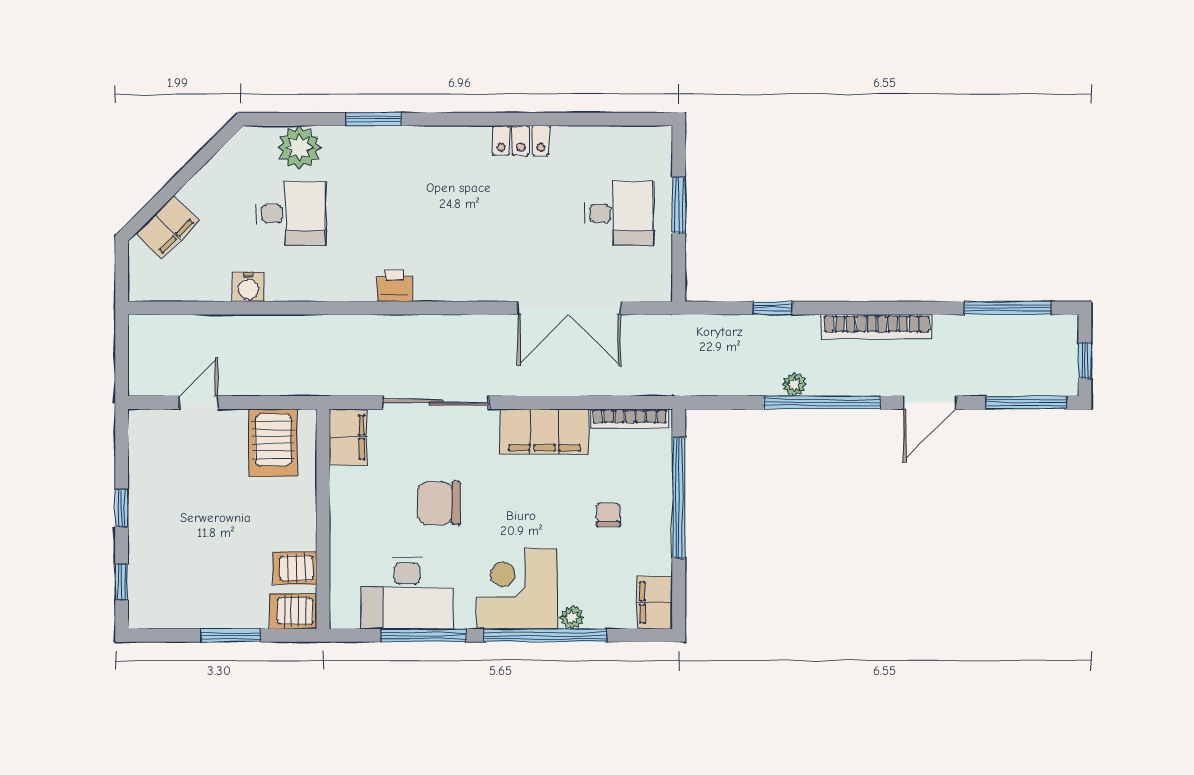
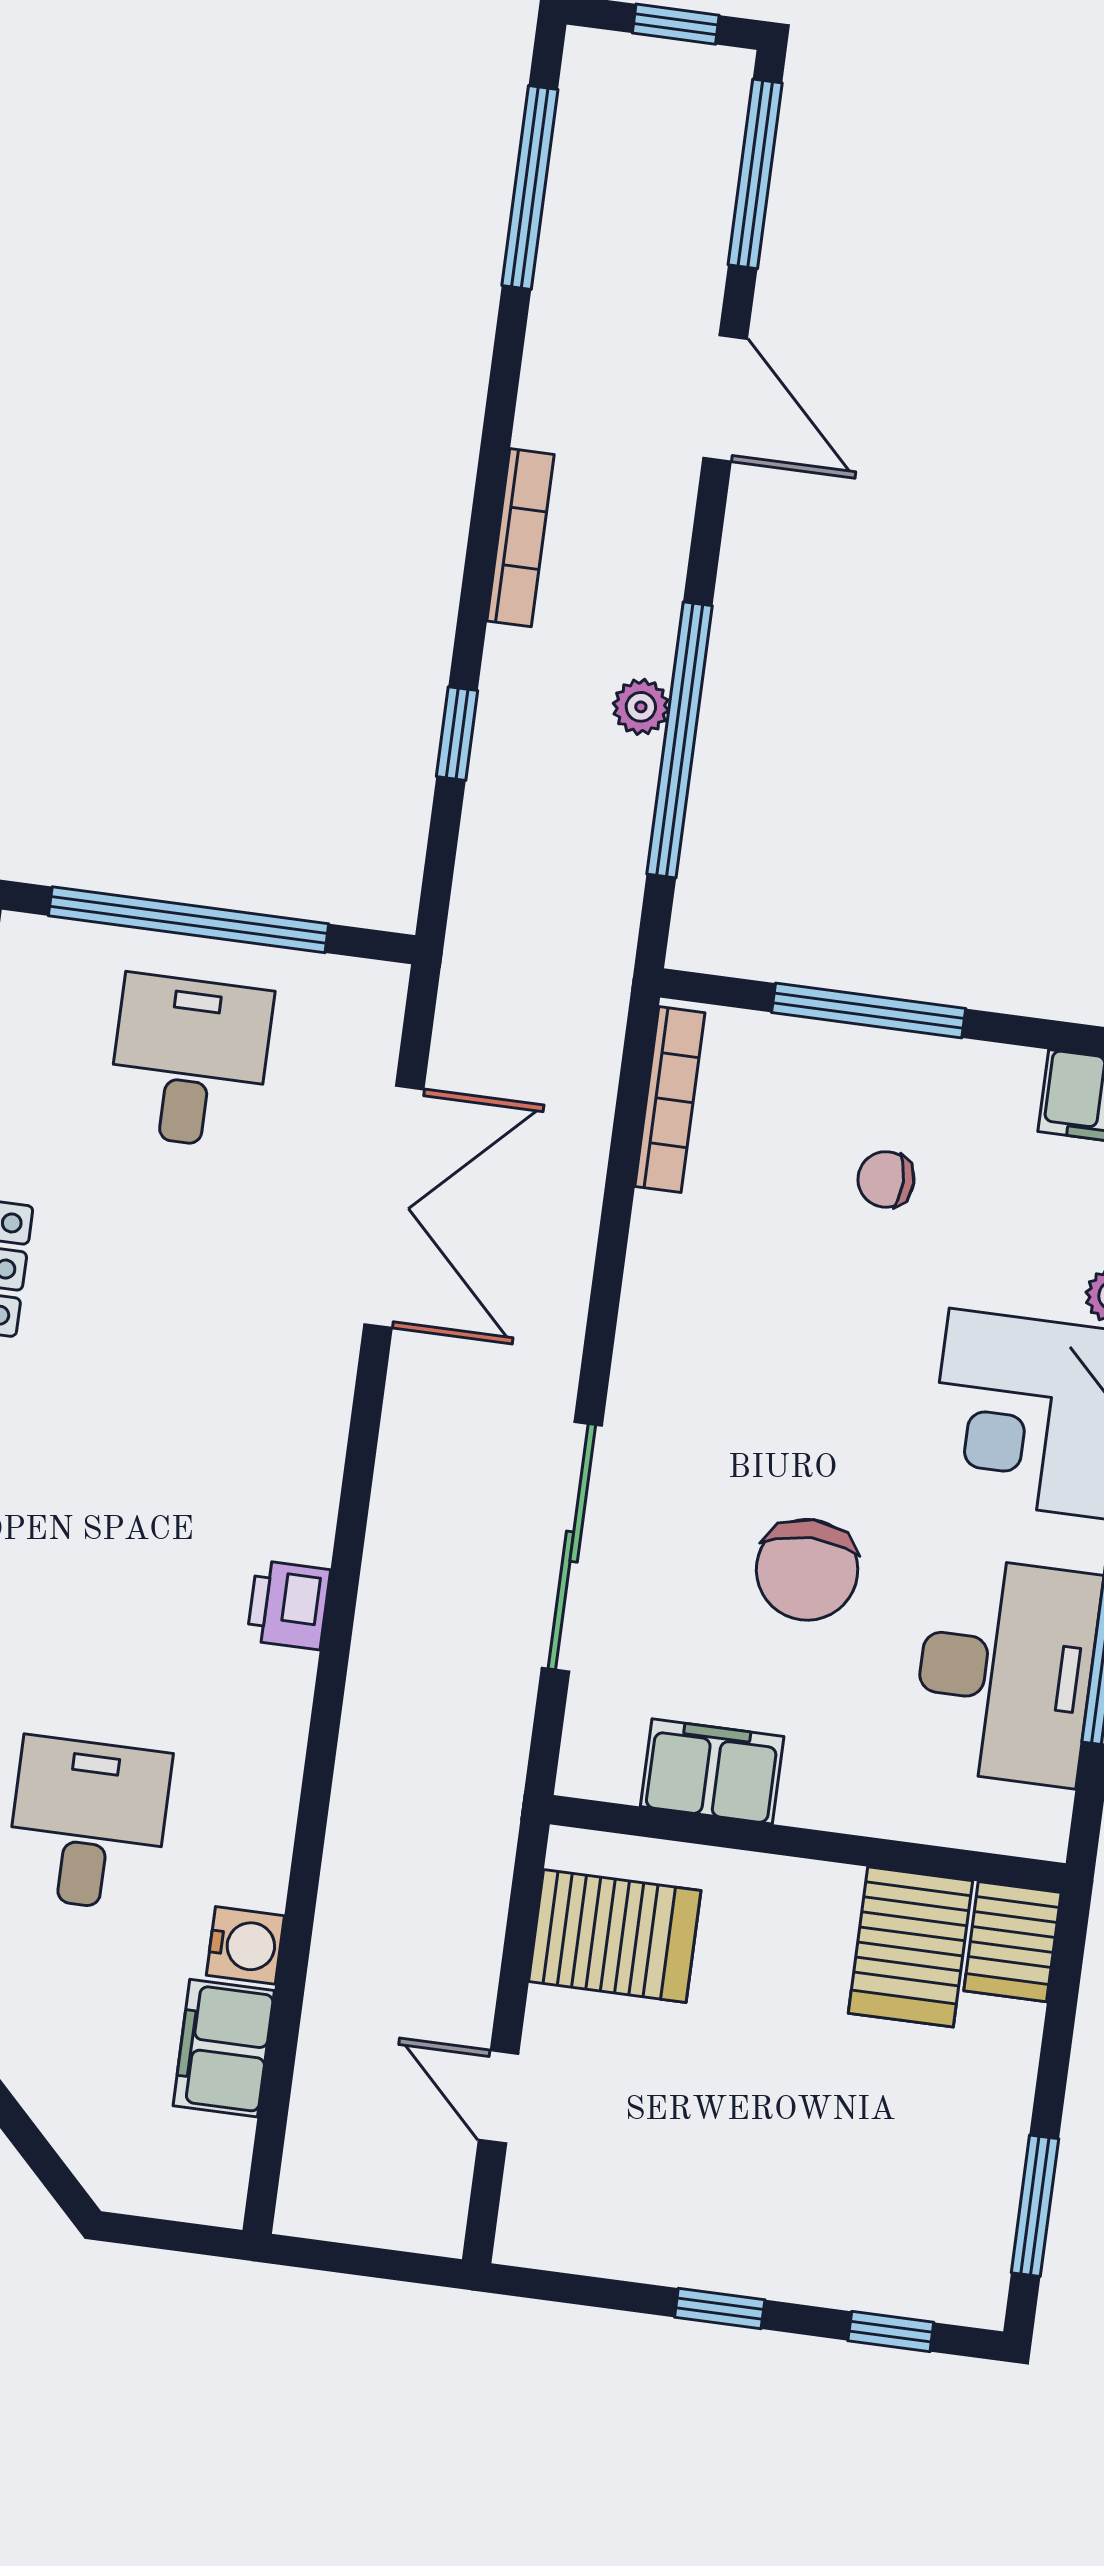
window: (679, 205) -> (189, 920), width x2.11
filing cabinet: (167, 227) -> (224, 2048), moved, turned -135
bookcase: (877, 327) -> (520, 538), width x0.68, depth x0.76
window: (822, 402) -> (680, 740), moved
filing cabinet: (544, 432) -> (674, 1302), removed
filing cabinet: (348, 437) -> (712, 1771), moved
window: (679, 498) -> (869, 1010), width x0.68
server rack: (295, 568) -> (911, 1947), width x1.36, depth x1.44
window: (231, 635) -> (1035, 2206), moved

